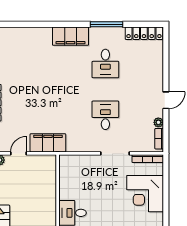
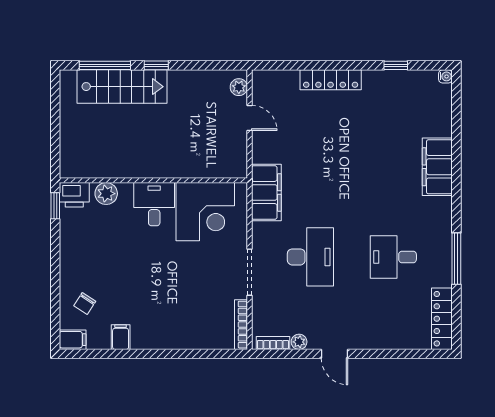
filing cabinet: (71, 36) -> (437, 167), moved
desk: (105, 115) -> (310, 257), width x1.37
filing cabinet: (48, 143) -> (266, 192), moved
corner desk: (145, 194) -> (205, 212), moved, turned 180

